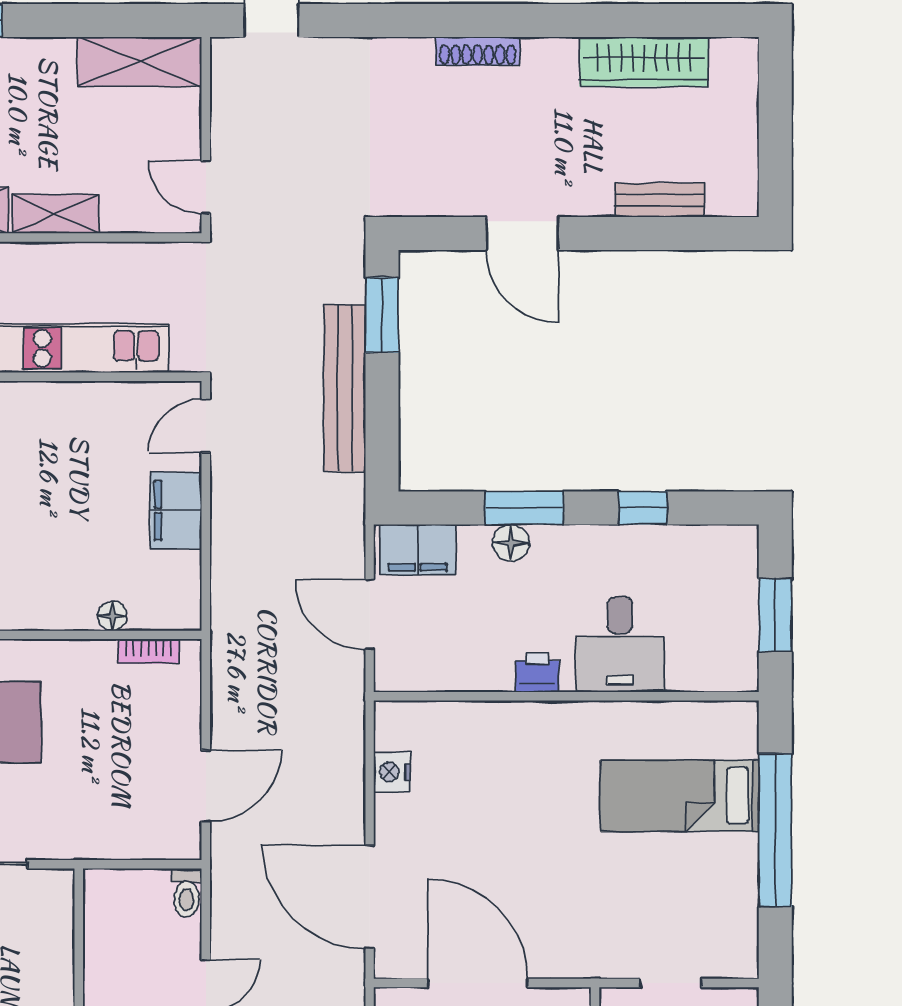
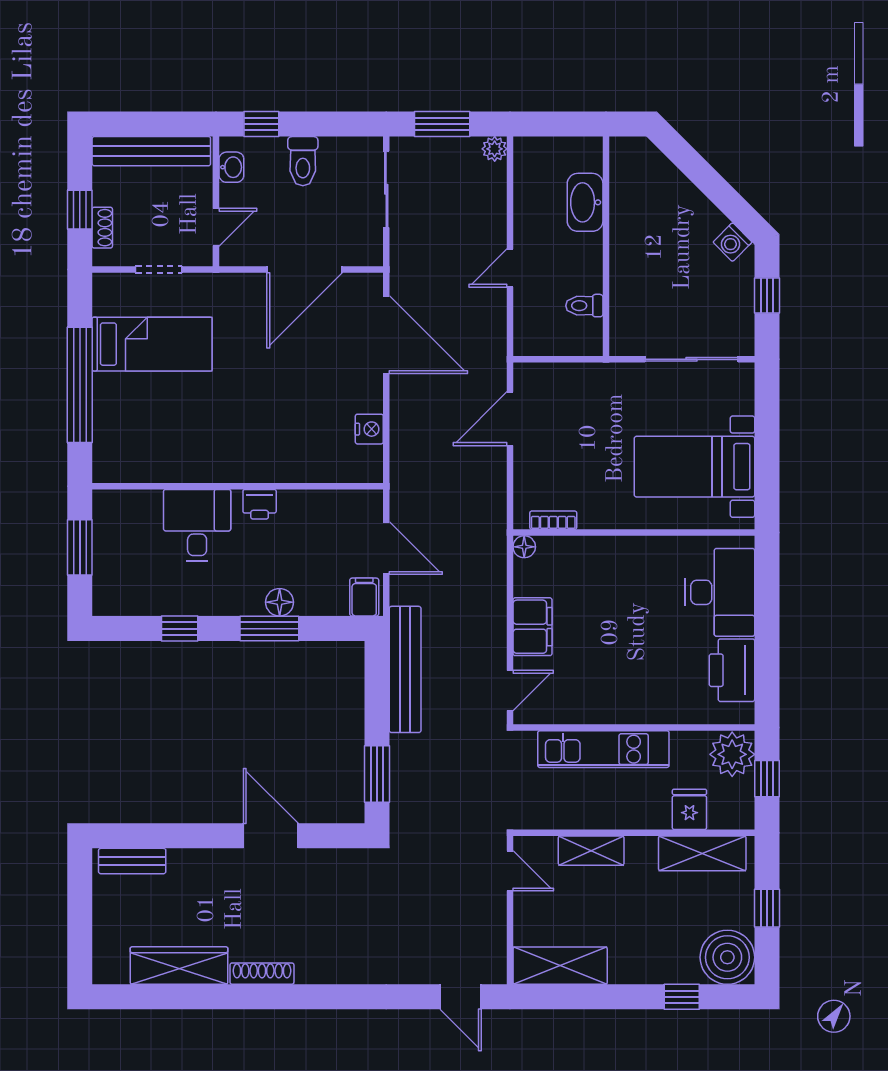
shoe rack: (478, 51) -> (262, 974), moved
bench: (660, 200) -> (132, 861), moved
shelving: (56, 214) -> (591, 851), moved
bench: (345, 388) -> (405, 669), moved
filing cabinet: (418, 550) -> (364, 597), width x0.50
floor lamp: (112, 616) -> (524, 547), moved
bed: (680, 796) -> (152, 344), moved
toilet: (187, 893) -> (584, 306), moved, turned -90
door: (478, 983) -> (305, 270), hinge flipped

